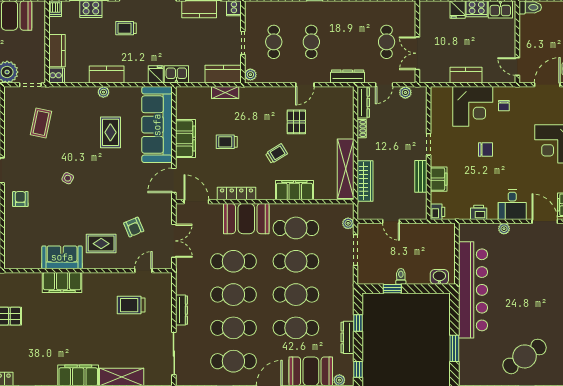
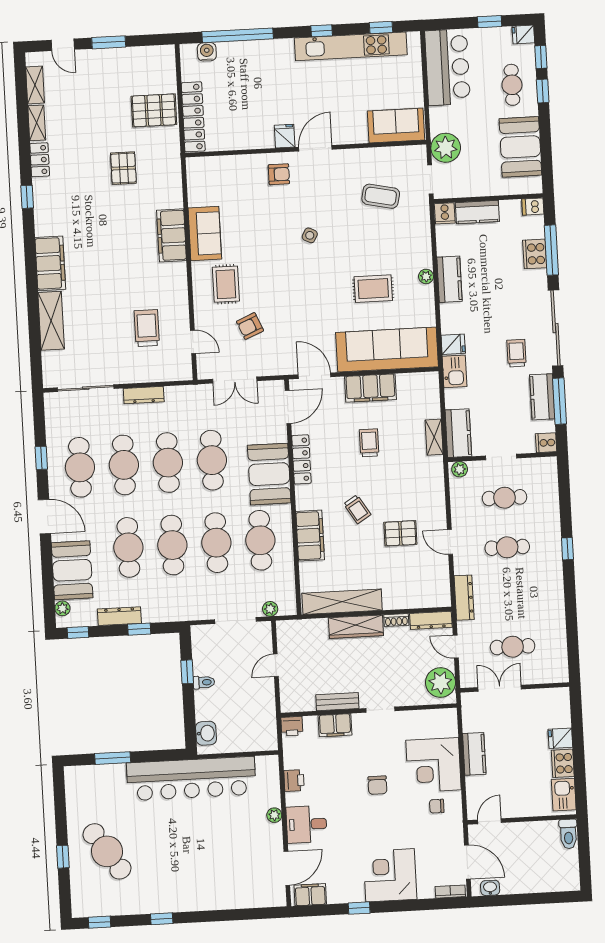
trolley: (126, 28) -> (516, 353), moved
plant: (405, 93) -> (440, 683), width x1.88, depth x1.88
wardrobe: (365, 181) -> (356, 627), moved

